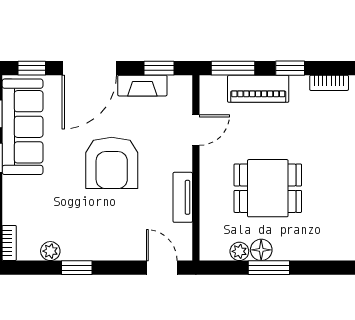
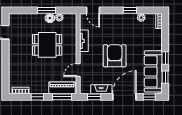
piano: (258, 89) -> (62, 88), moved

